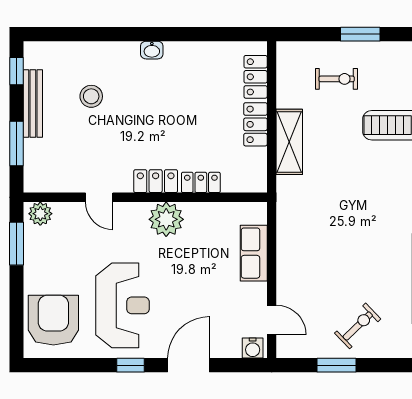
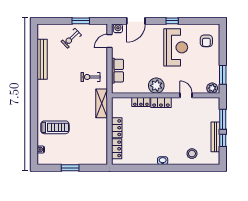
window: (16, 71) -> (223, 140), moved
exercise bike: (337, 79) -> (90, 77), moved
stool: (91, 96) -> (192, 154), moved
shelving: (289, 142) -> (102, 103), moved
reception desk: (122, 305) -> (176, 47), turned 180
armchair: (53, 320) -> (206, 41), width x0.53, depth x0.53
door: (272, 320) -> (109, 41), hinge flipped
door: (189, 365) -> (136, 21), moved

